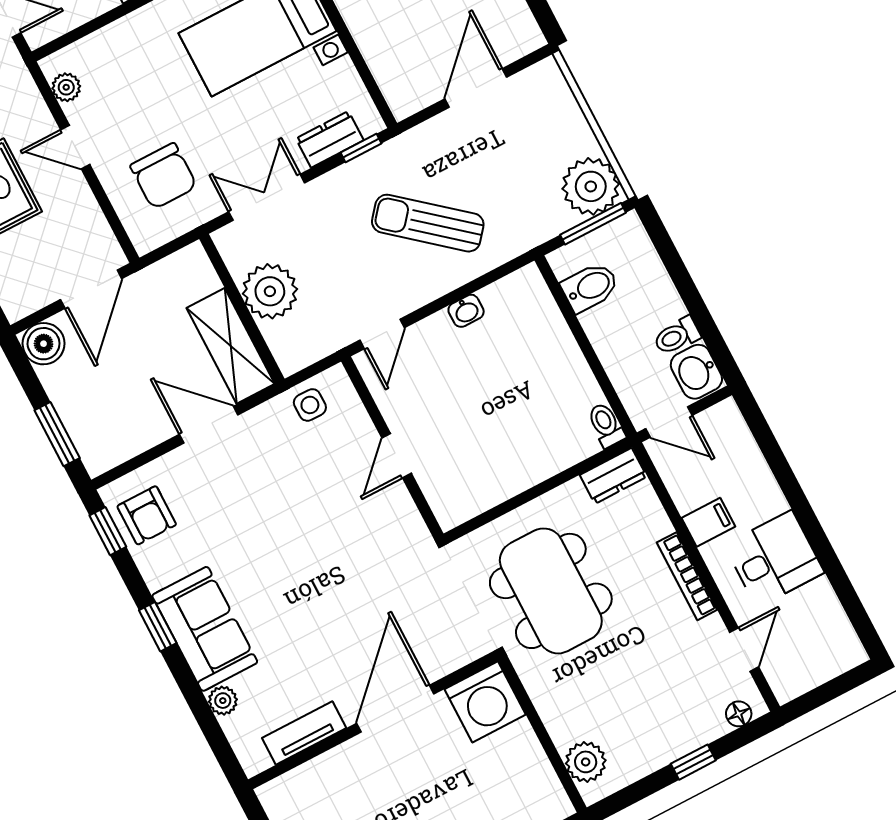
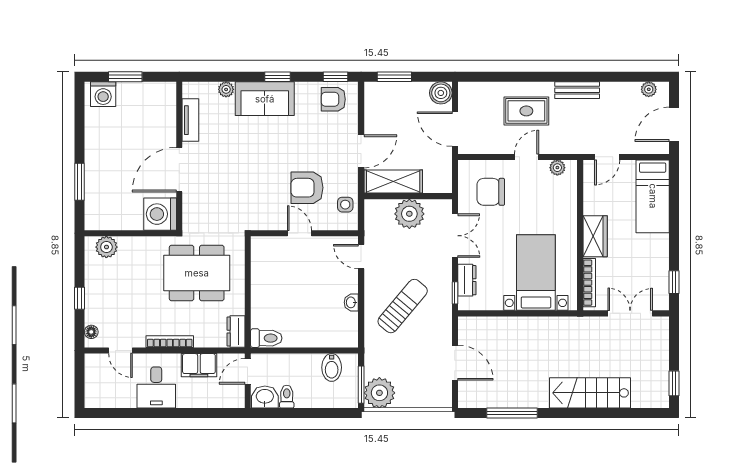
toilet: (606, 425) -> (266, 338), width x1.37, depth x1.39
armchair: (315, 483) -> (307, 188), added
filing cabinet: (708, 522) -> (199, 365), width x2.00
door: (395, 709) -> (179, 170), swing flipped

